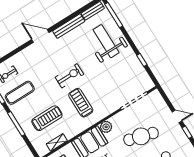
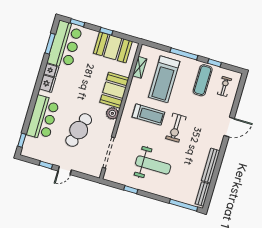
door: (40, 36) -> (229, 127), moved
weight bench: (106, 41) -> (153, 165), moved
treadmill: (47, 118) -> (164, 79), width x1.37, depth x1.38

